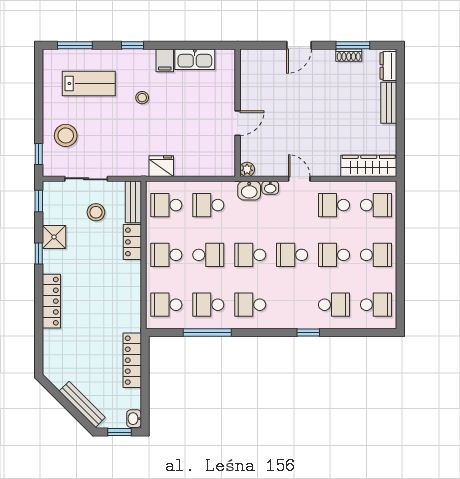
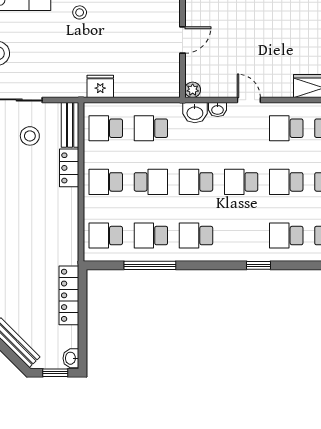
school desk: (334, 305) -> (286, 236), turned 180

